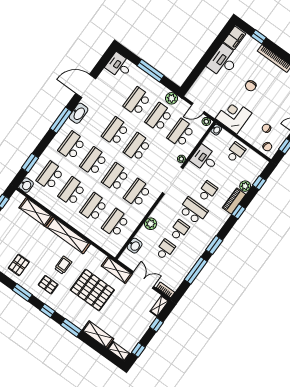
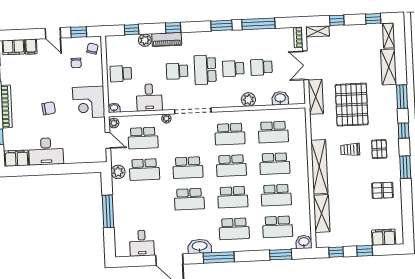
desk: (119, 66) -> (142, 243), moved
school desk: (137, 101) -> (146, 201), removed

